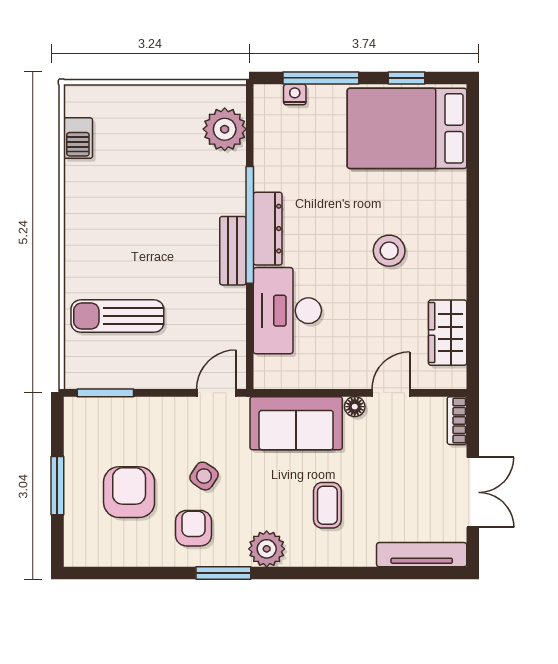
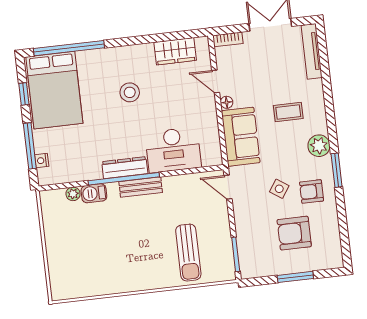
plant: (225, 129) -> (73, 194), width x0.53, depth x0.53
barbecue: (78, 138) -> (94, 193), moved, turned 180
window: (473, 160) -> (69, 48), added

